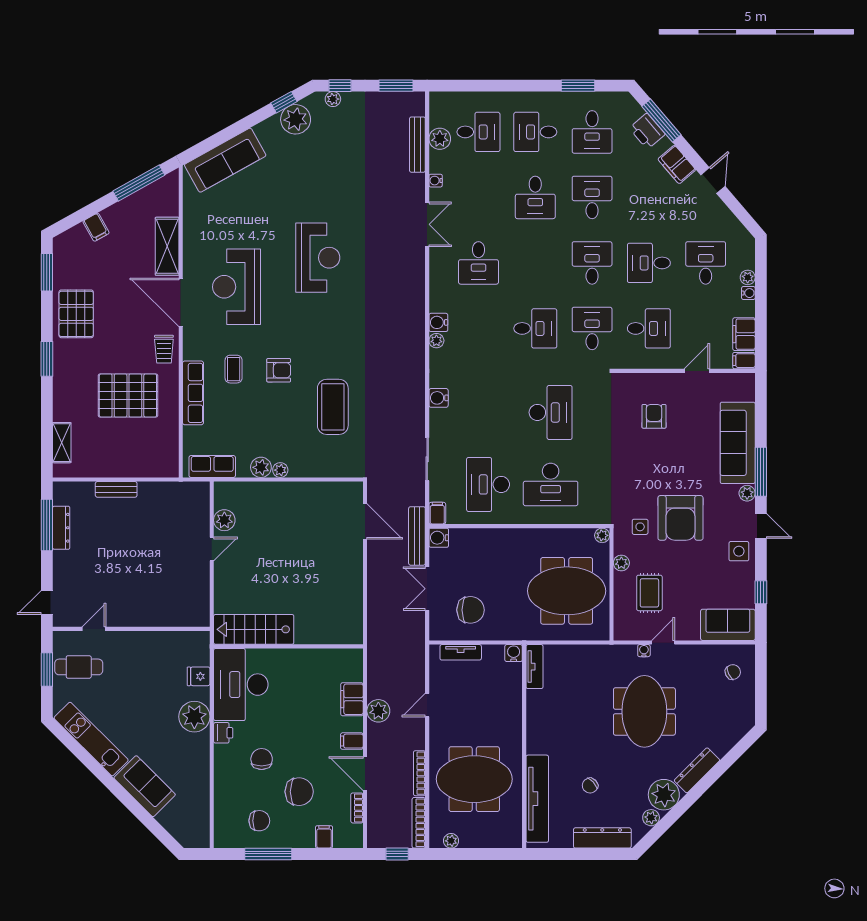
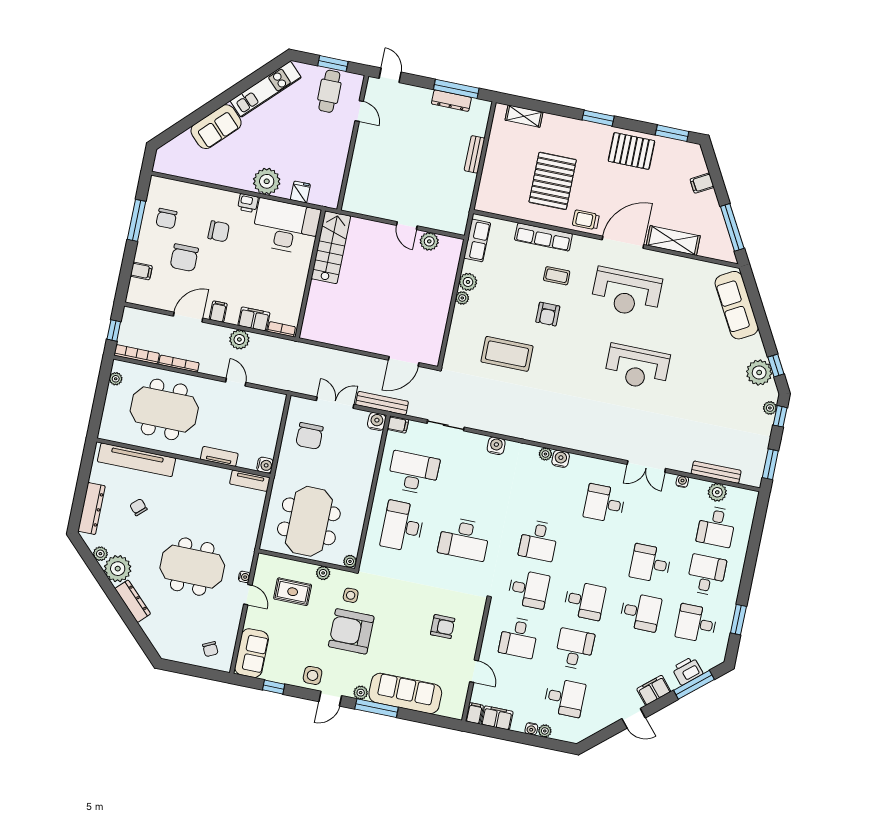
reception desk: (236, 287) -> (626, 293), turned 180
tv unit: (461, 652) -> (219, 456), moved, turned 90
meeting table: (474, 779) -> (164, 409), turned 90
bookcase: (357, 808) -> (282, 329), moved

